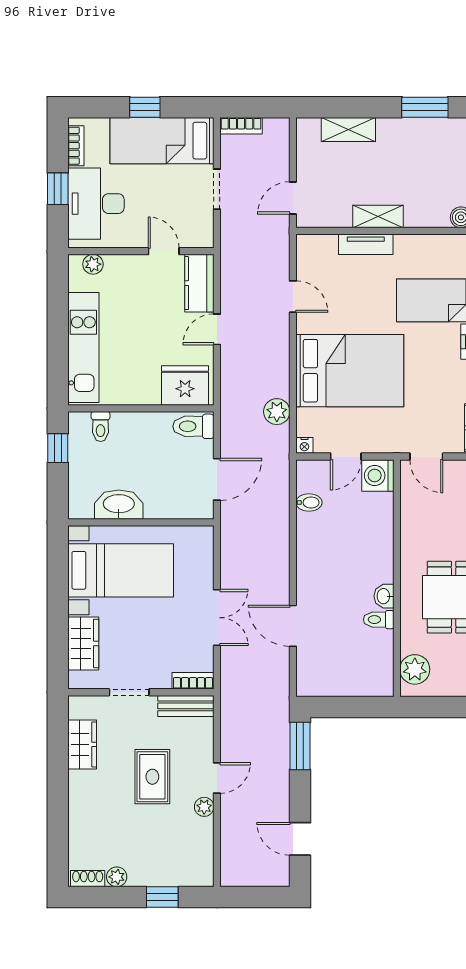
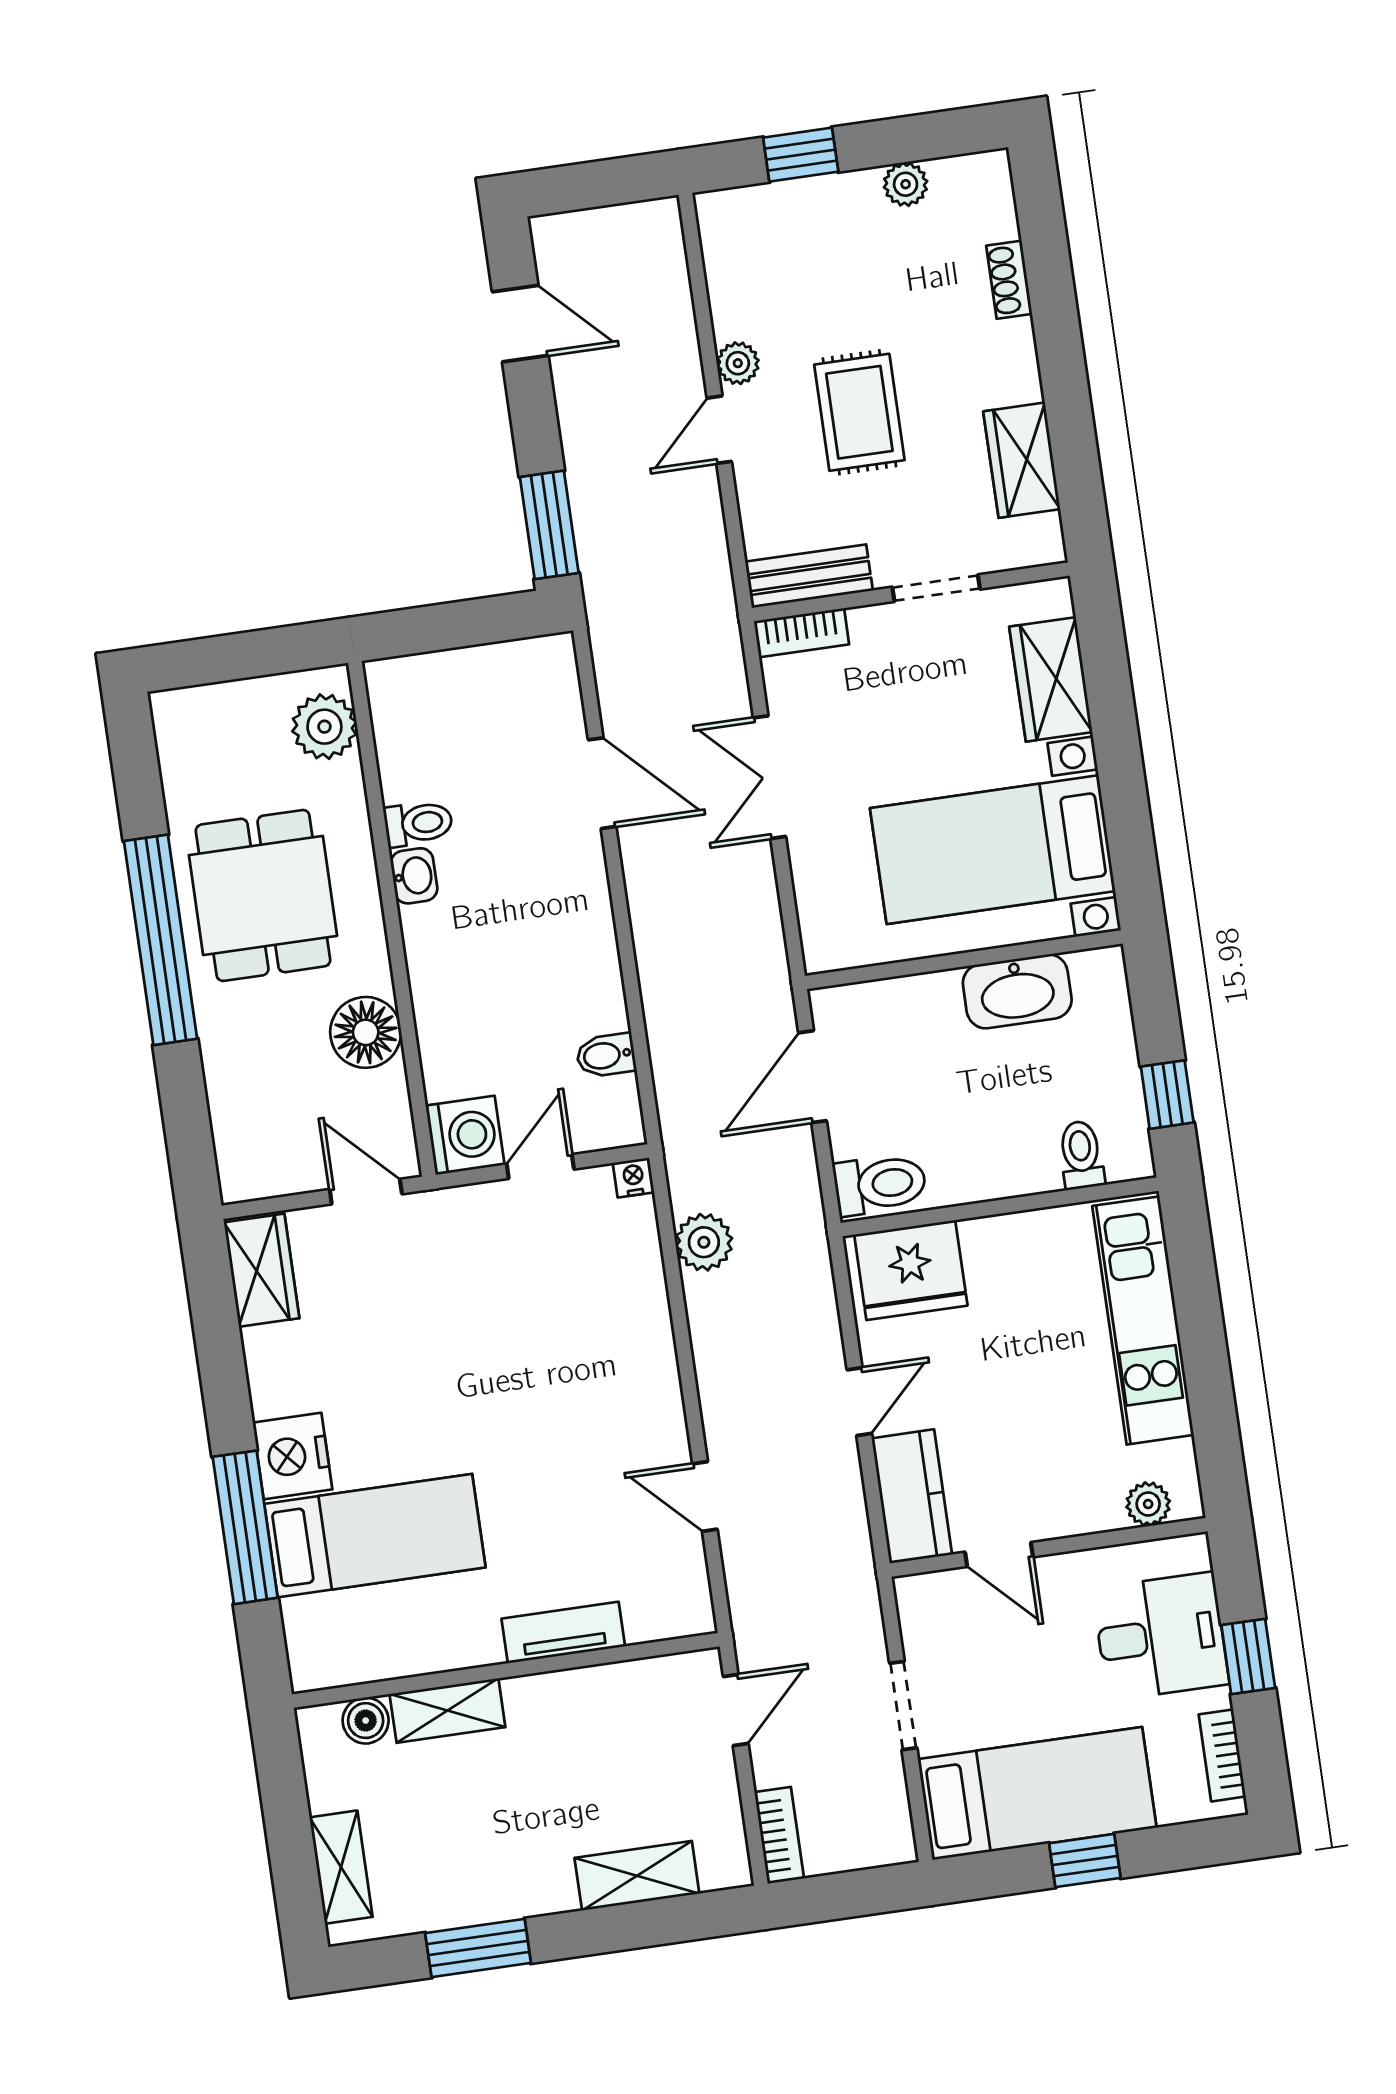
bookcase: (241, 126) -> (779, 1835), moved, turned 90
desk: (96, 204) -> (1161, 1636), width x0.73
shelving: (378, 217) -> (447, 1711), moved
bed: (350, 371) -> (559, 1354), removed
floor lamp: (416, 528) -> (366, 1032), added
shoe rack: (88, 879) -> (1009, 280), moved, turned 90

